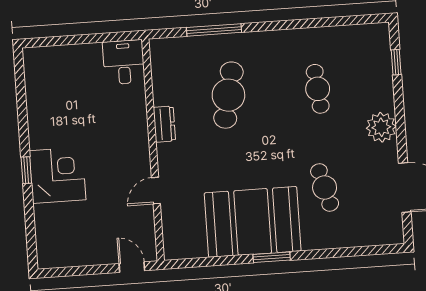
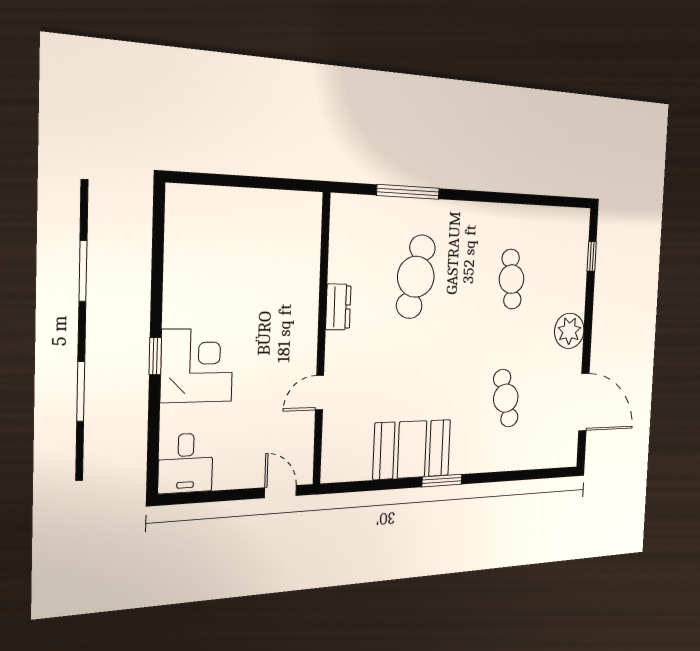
desk: (124, 62) -> (186, 463), moved, turned 180
booth: (253, 222) -> (412, 449), width x0.73, depth x0.70

